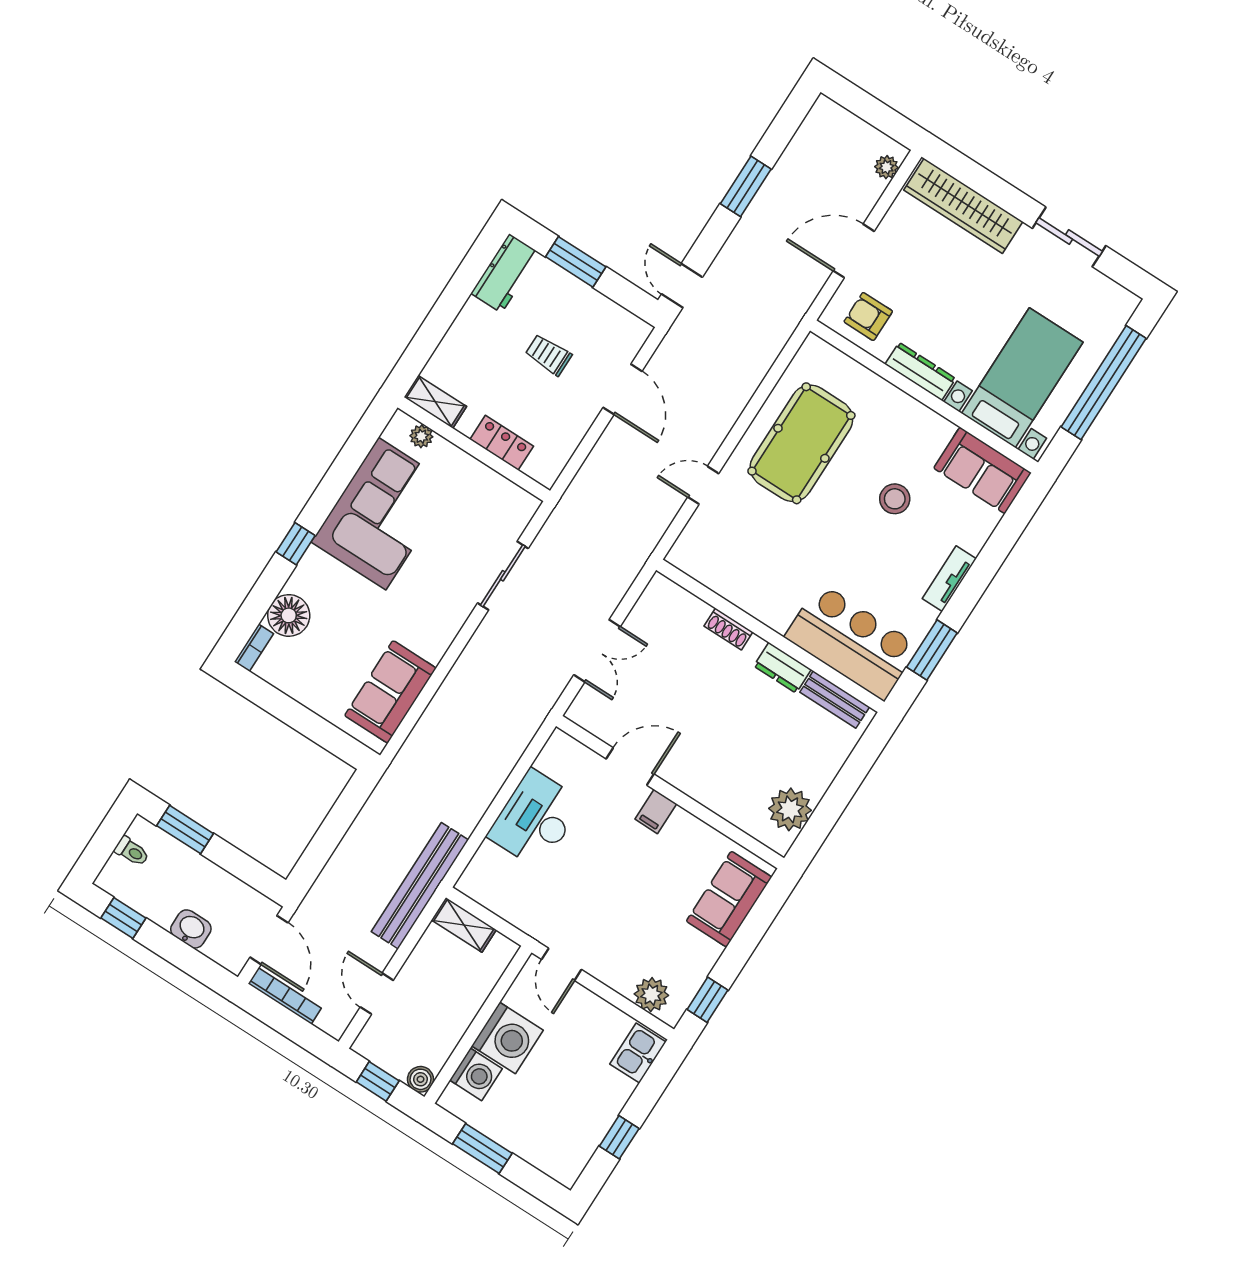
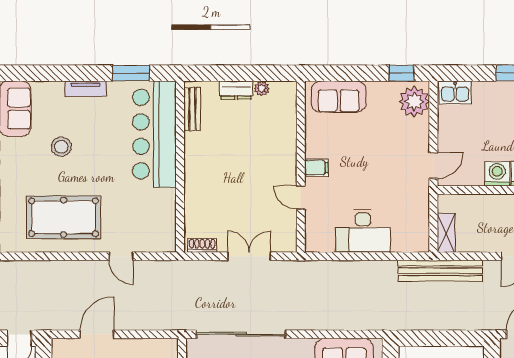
sliding door: (503, 576) -> (241, 334), width x1.86
shoe rack: (728, 629) -> (202, 245), moved, turned -90
bar counter: (852, 642) -> (154, 134), width x1.36
dresser: (783, 668) -> (236, 90), moved, turned 90
door: (630, 766) -> (301, 198), width x0.73
plant: (790, 809) -> (262, 88), width x0.53, depth x0.53
plant: (651, 995) -> (414, 102), width x1.36, depth x1.36
washing machine: (507, 1038) -> (497, 174), width x0.73, depth x0.73

